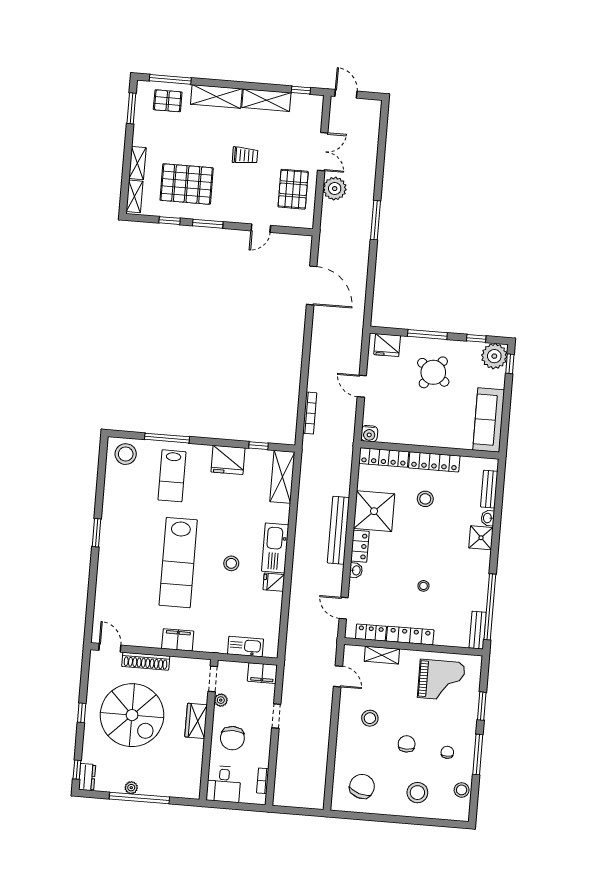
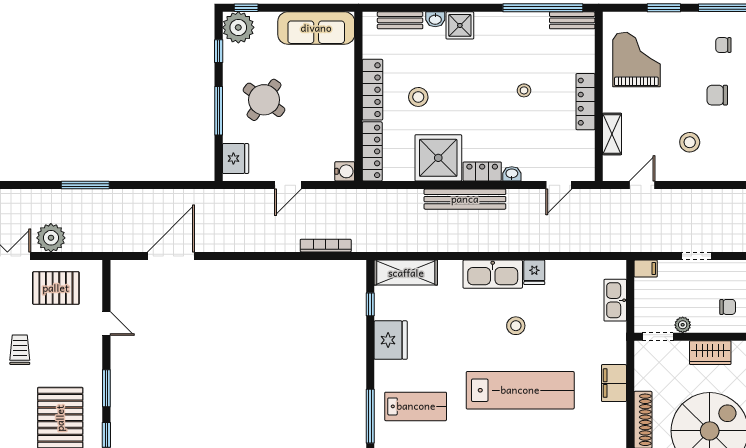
locker: (371, 632) -> (586, 150), removed
filing cabinet: (262, 673) -> (646, 269), width x0.50
chair: (232, 738) -> (728, 307), width x0.54, depth x0.54

